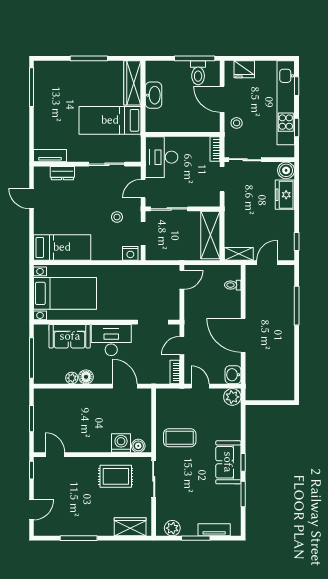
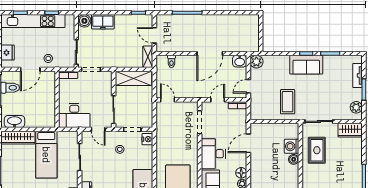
washbasin: (154, 95) -> (14, 122), moved
door: (182, 346) -> (218, 100), swing flipped
boiler: (138, 446) -> (294, 159), moved
wardrobe: (130, 527) -> (350, 130), moved, turned -90

